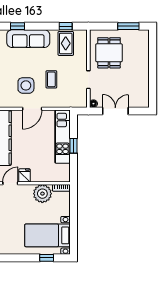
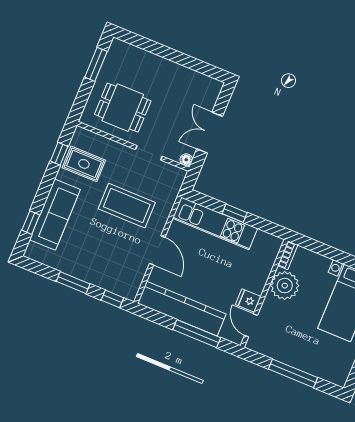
coffee table: (51, 79) -> (127, 206), width x1.86, depth x1.72
side table: (26, 85) -> (120, 246), removed

